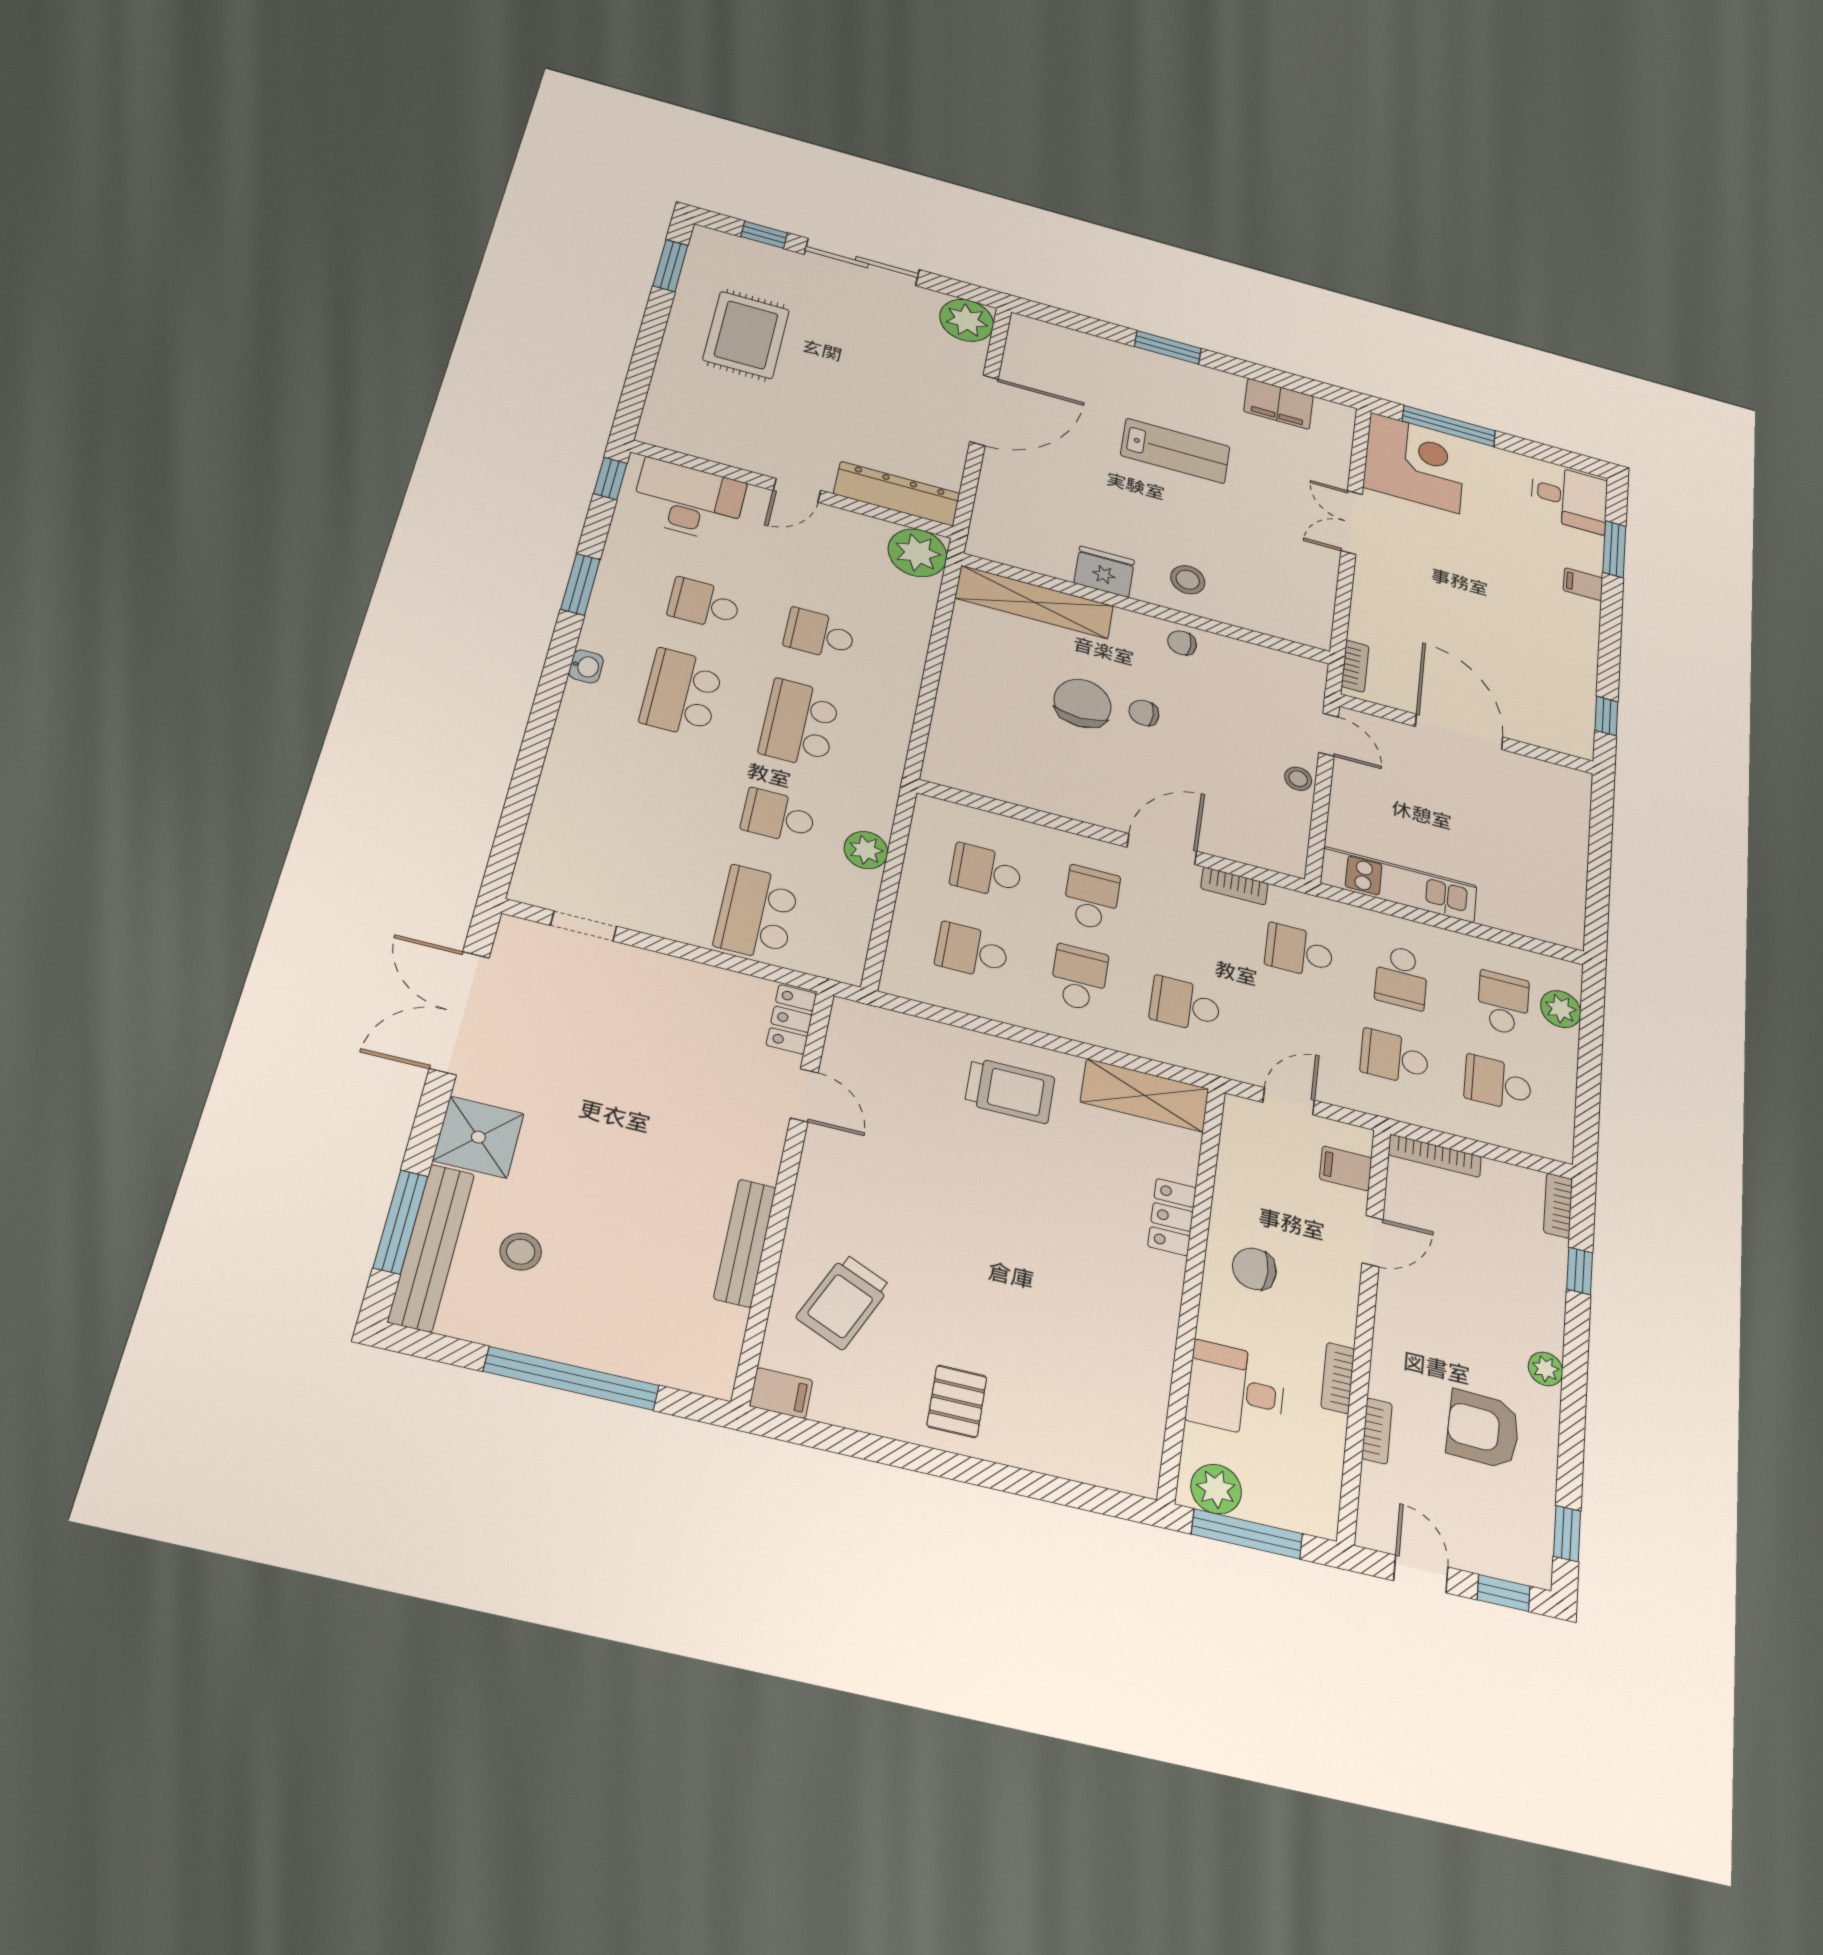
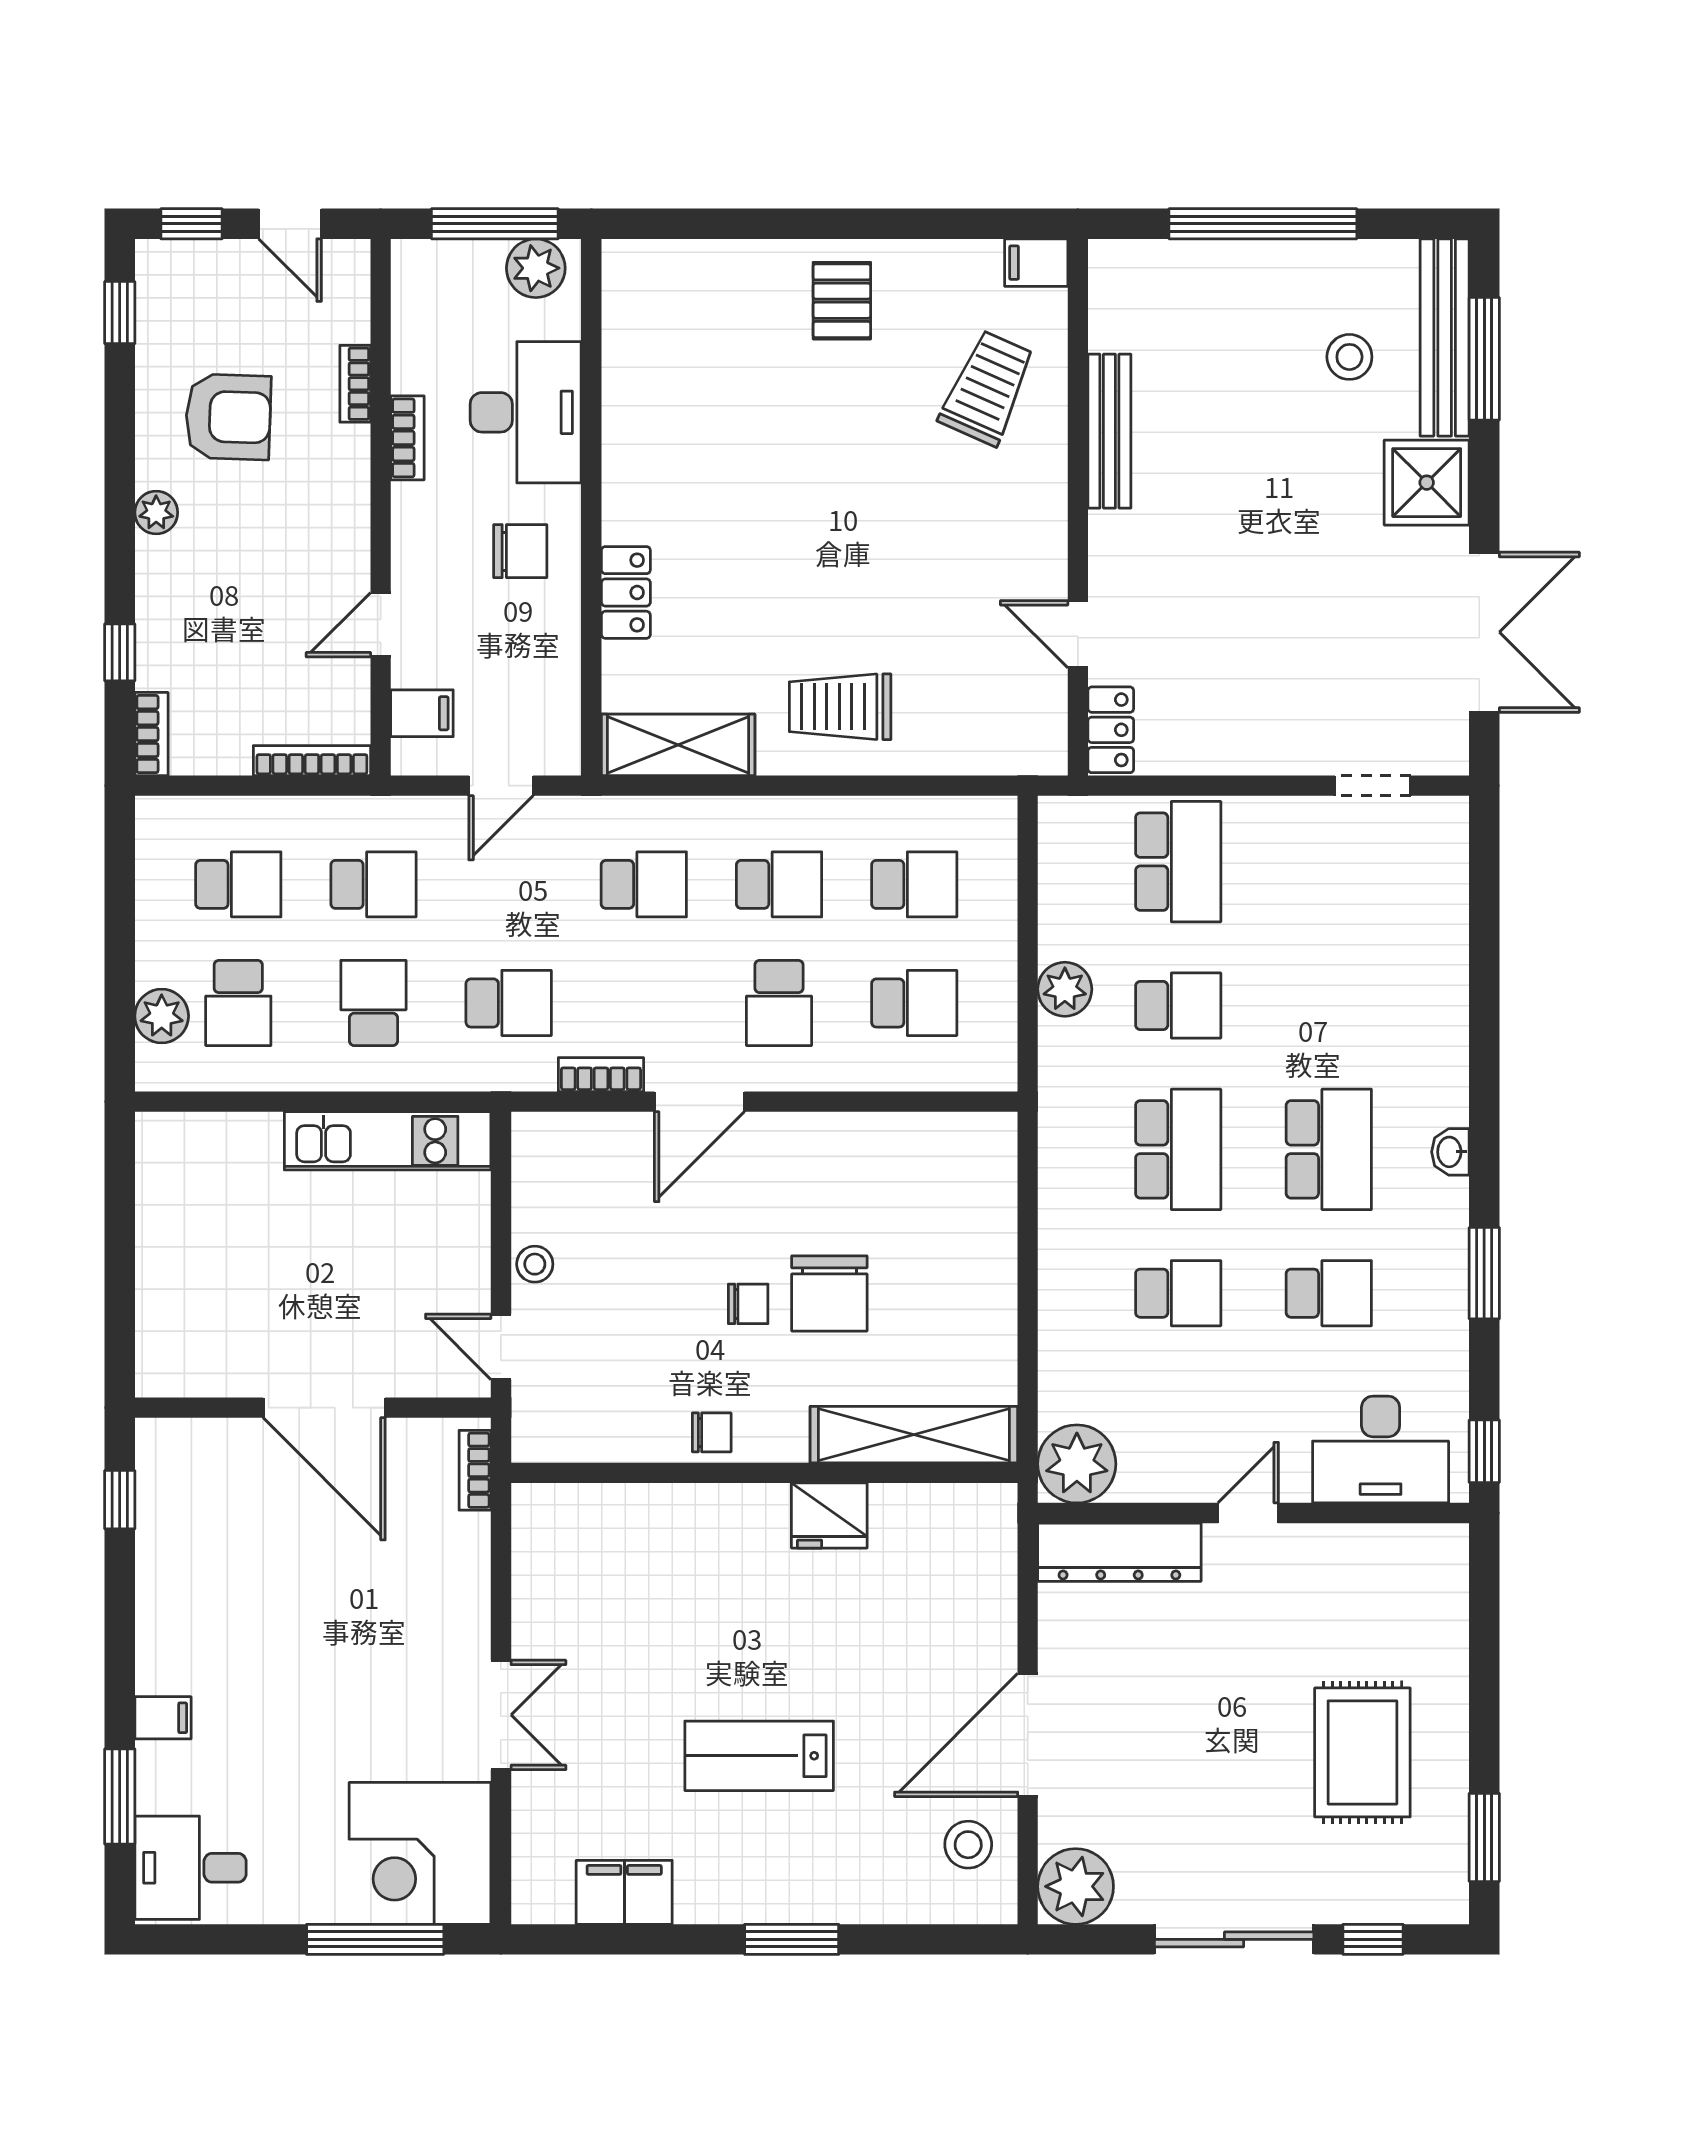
stool: (1188, 580) -> (968, 1845), moved
school desk: (1079, 978) -> (779, 884), turned -90
desk: (1236, 1390) -> (526, 412), width x1.37

